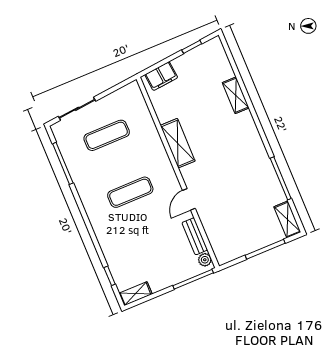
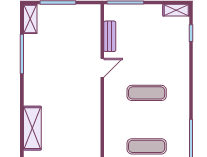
shelving: (236, 95) -> (32, 128), width x1.50, depth x1.33
shelving: (178, 143) -> (92, 116), removed
plant: (205, 260) -> (110, 14), removed

